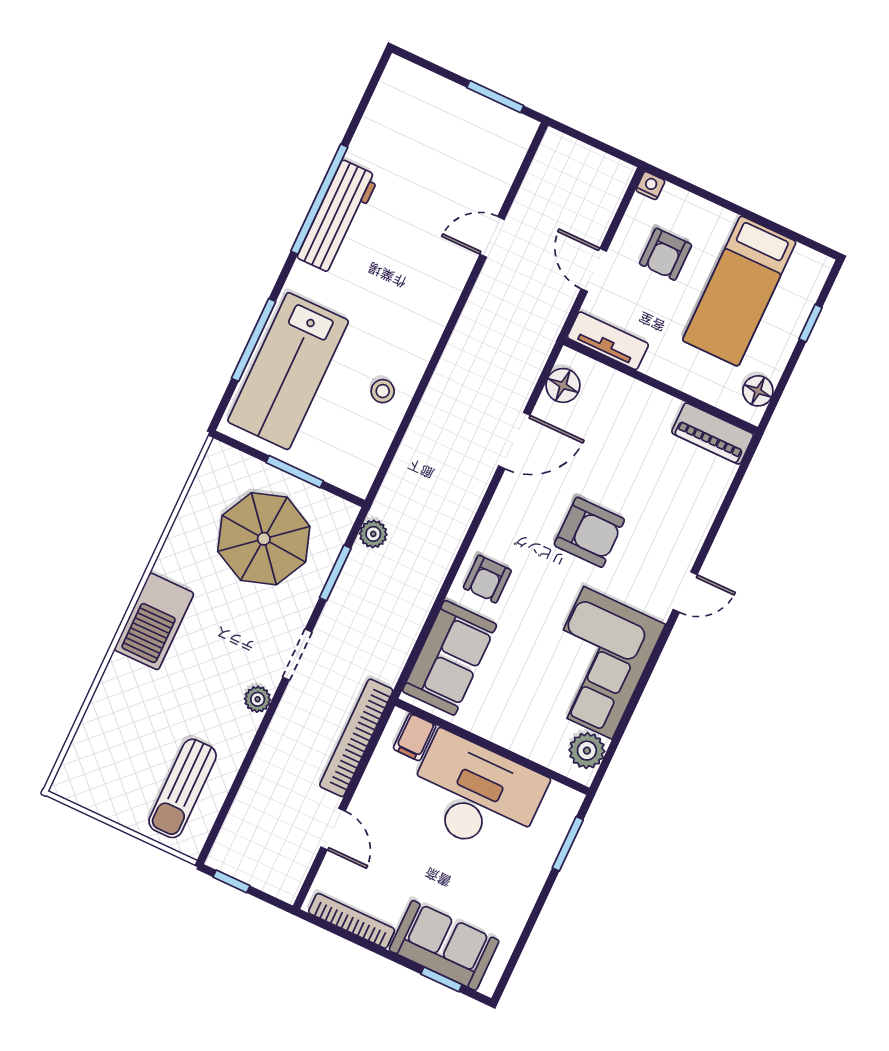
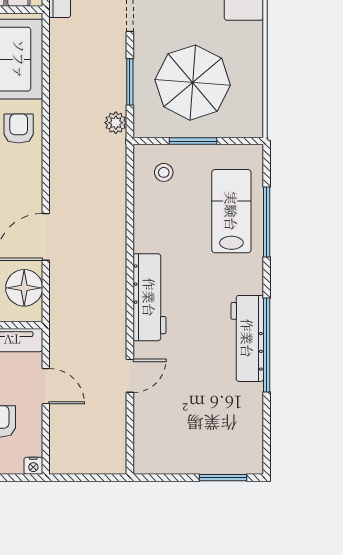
window: (495, 97) -> (223, 478), moved
workbench: (428, 316) -> (149, 297), added
lab bench: (288, 371) -> (231, 211), width x0.73, depth x0.72
floor lamp: (563, 385) -> (24, 288), width x1.38, depth x1.38
stool: (383, 391) -> (164, 172), moved

